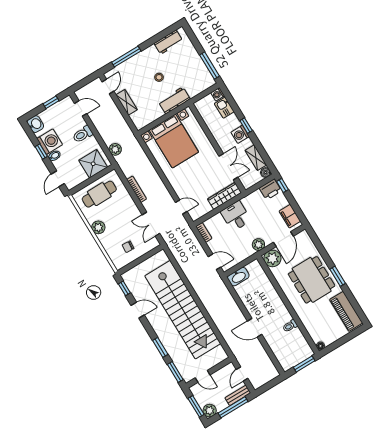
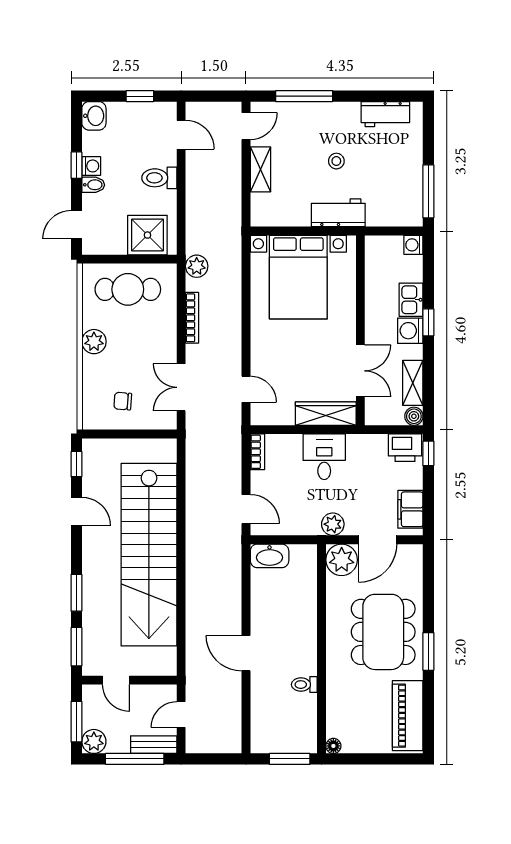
kitchen sink: (224, 108) -> (411, 300), moved
washing machine: (50, 142) -> (91, 166), width x0.53, depth x0.53
plant: (115, 149) -> (197, 266), moved

